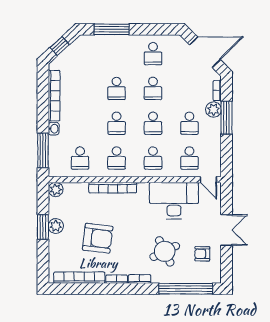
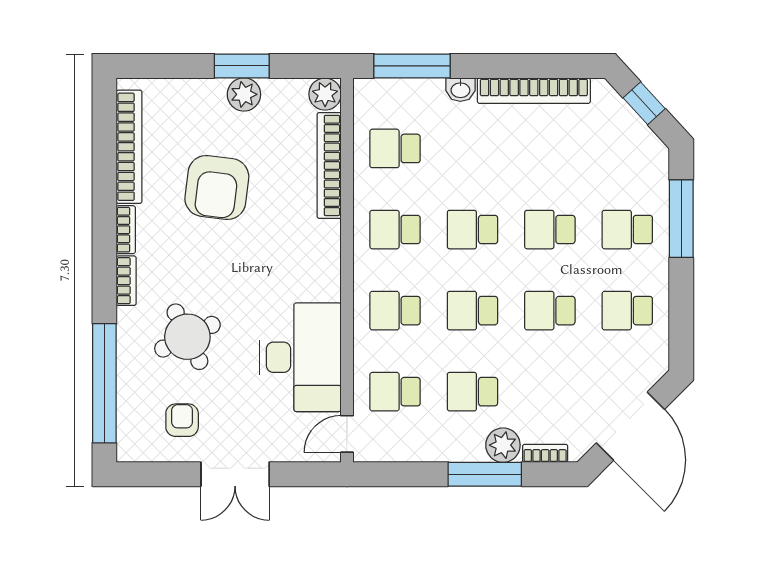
school desk: (117, 54) -> (627, 230), added
bookcase: (113, 188) -> (329, 165), moved

